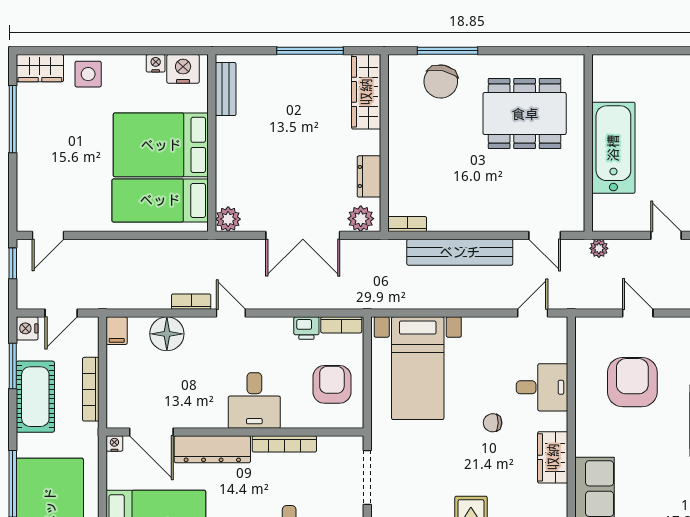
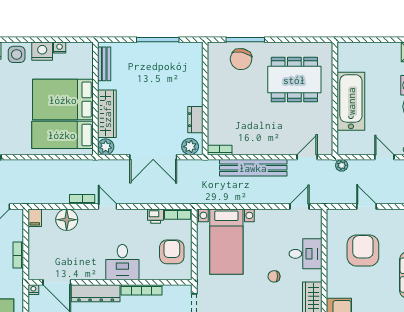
nightstand: (183, 69) -> (42, 51), moved
wardrobe: (366, 92) -> (107, 114), moved, turned 180
door: (545, 235) -> (307, 157), swing flipped
bookcase: (91, 389) -> (18, 255), width x0.64

